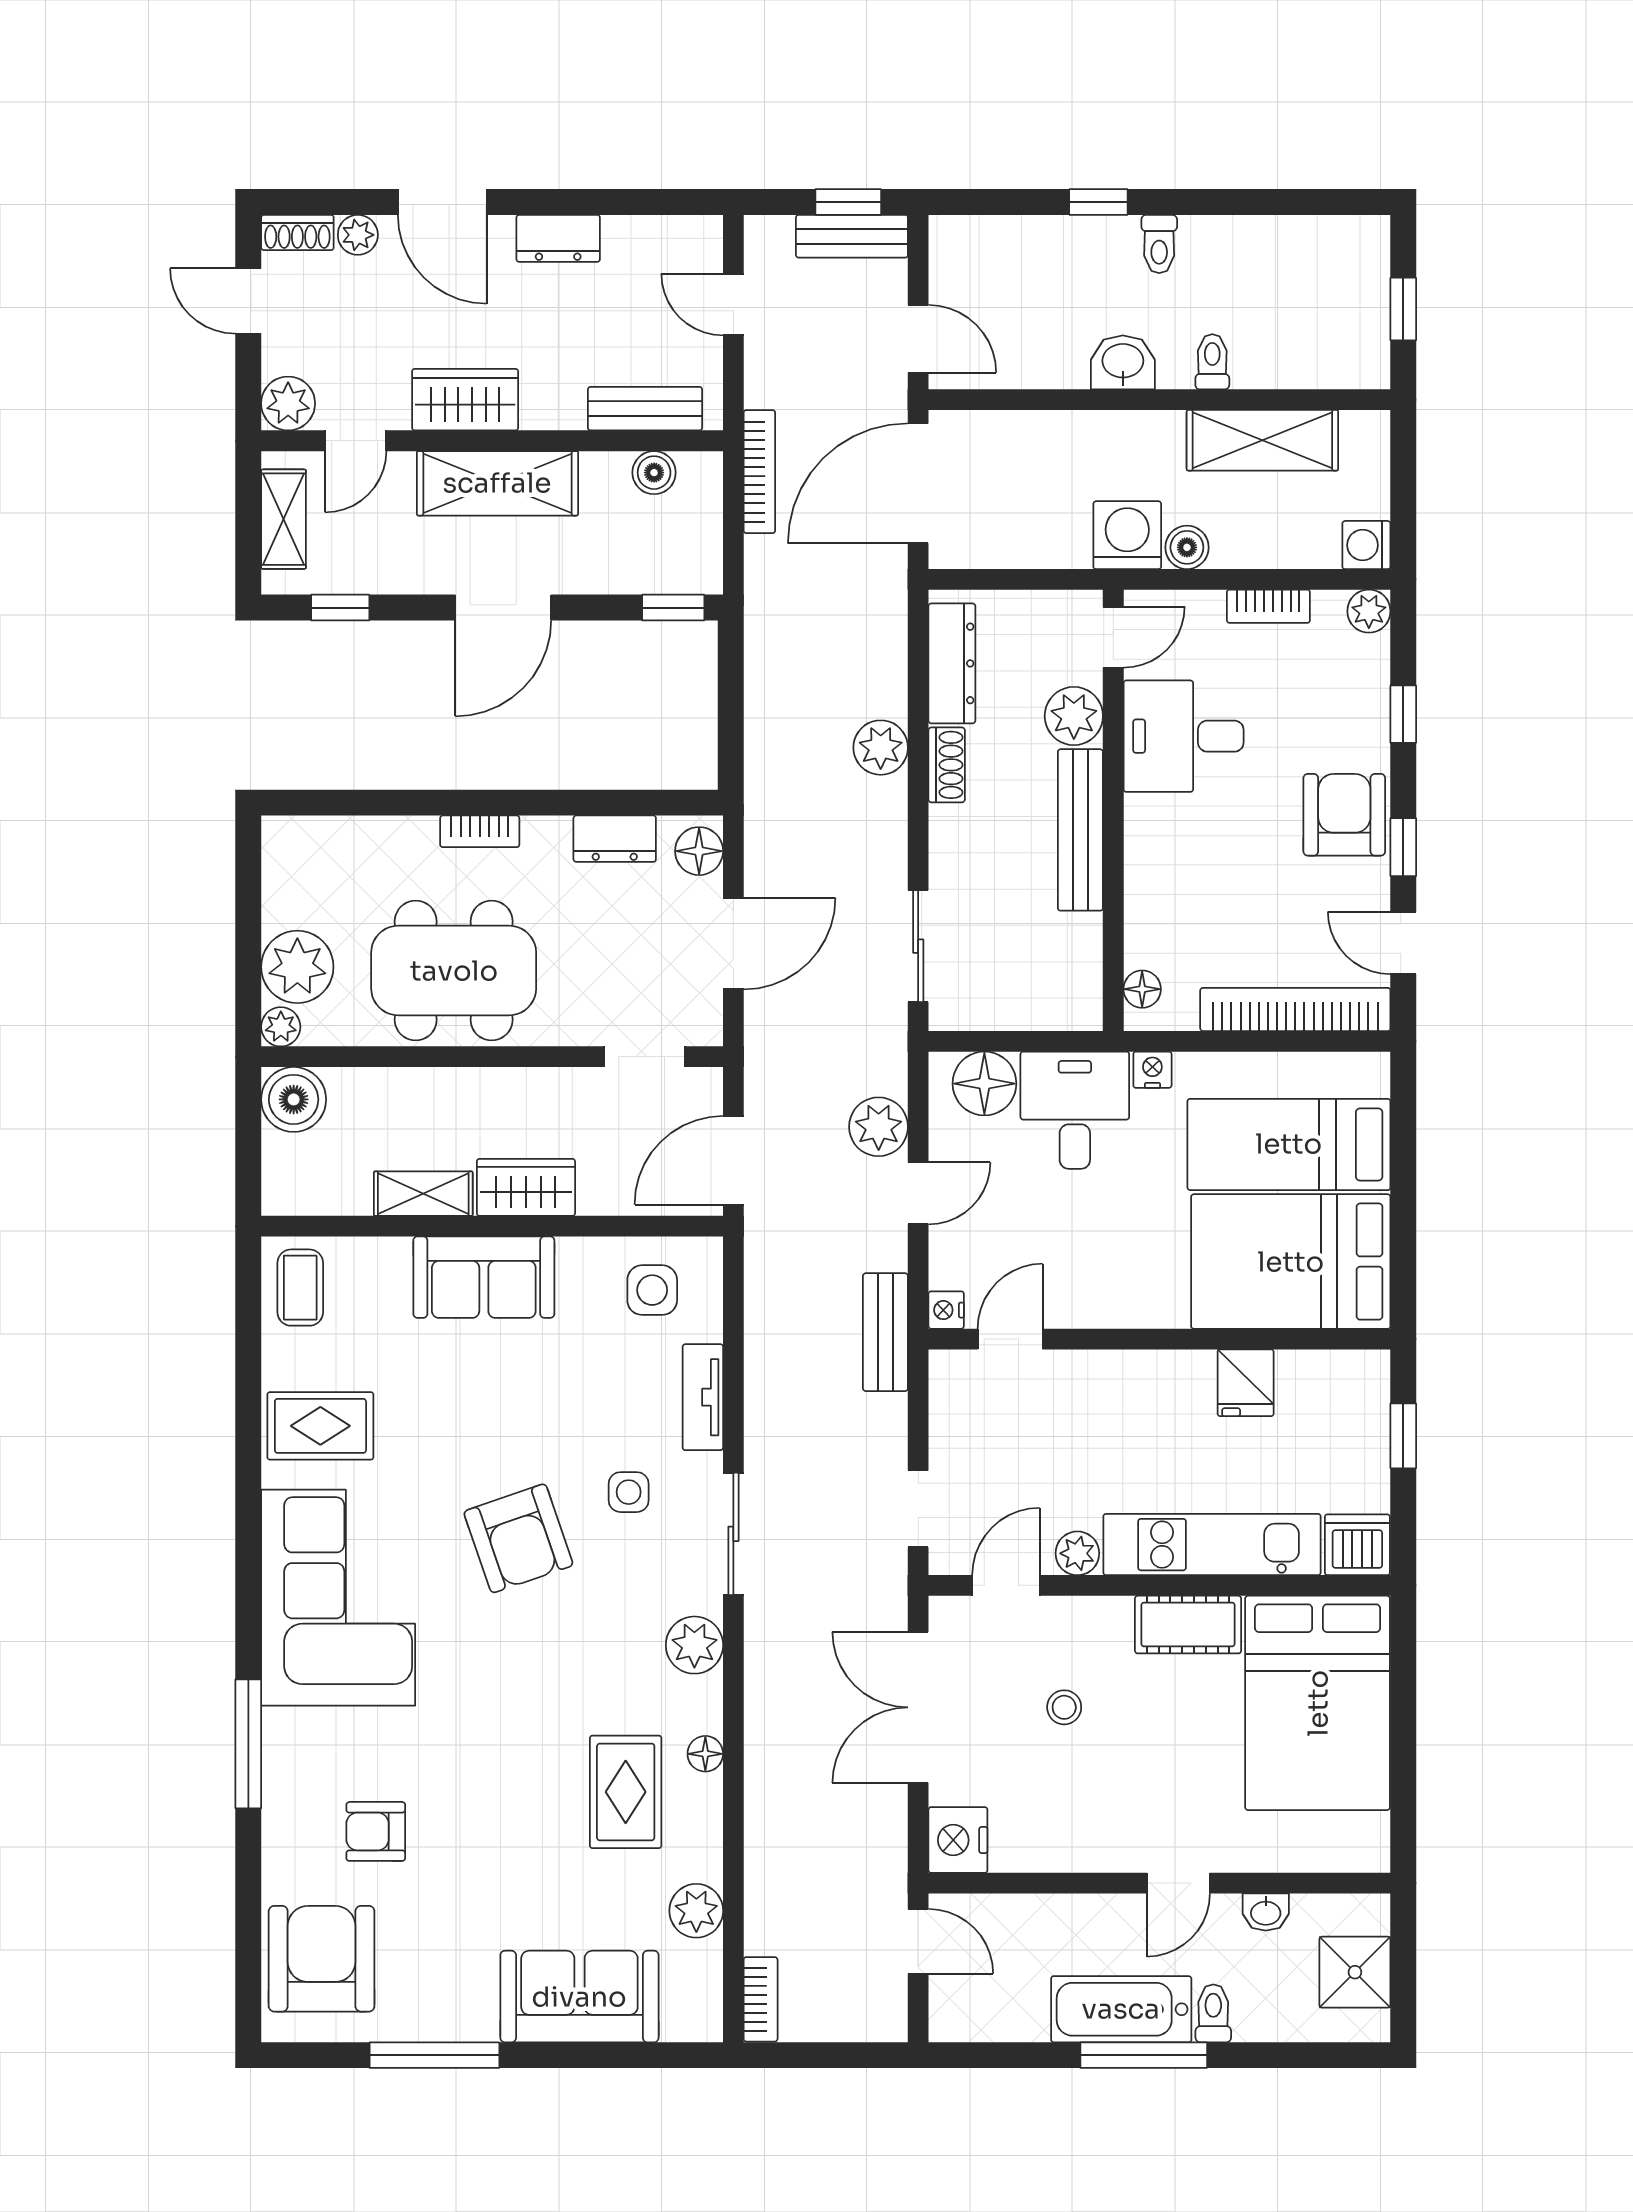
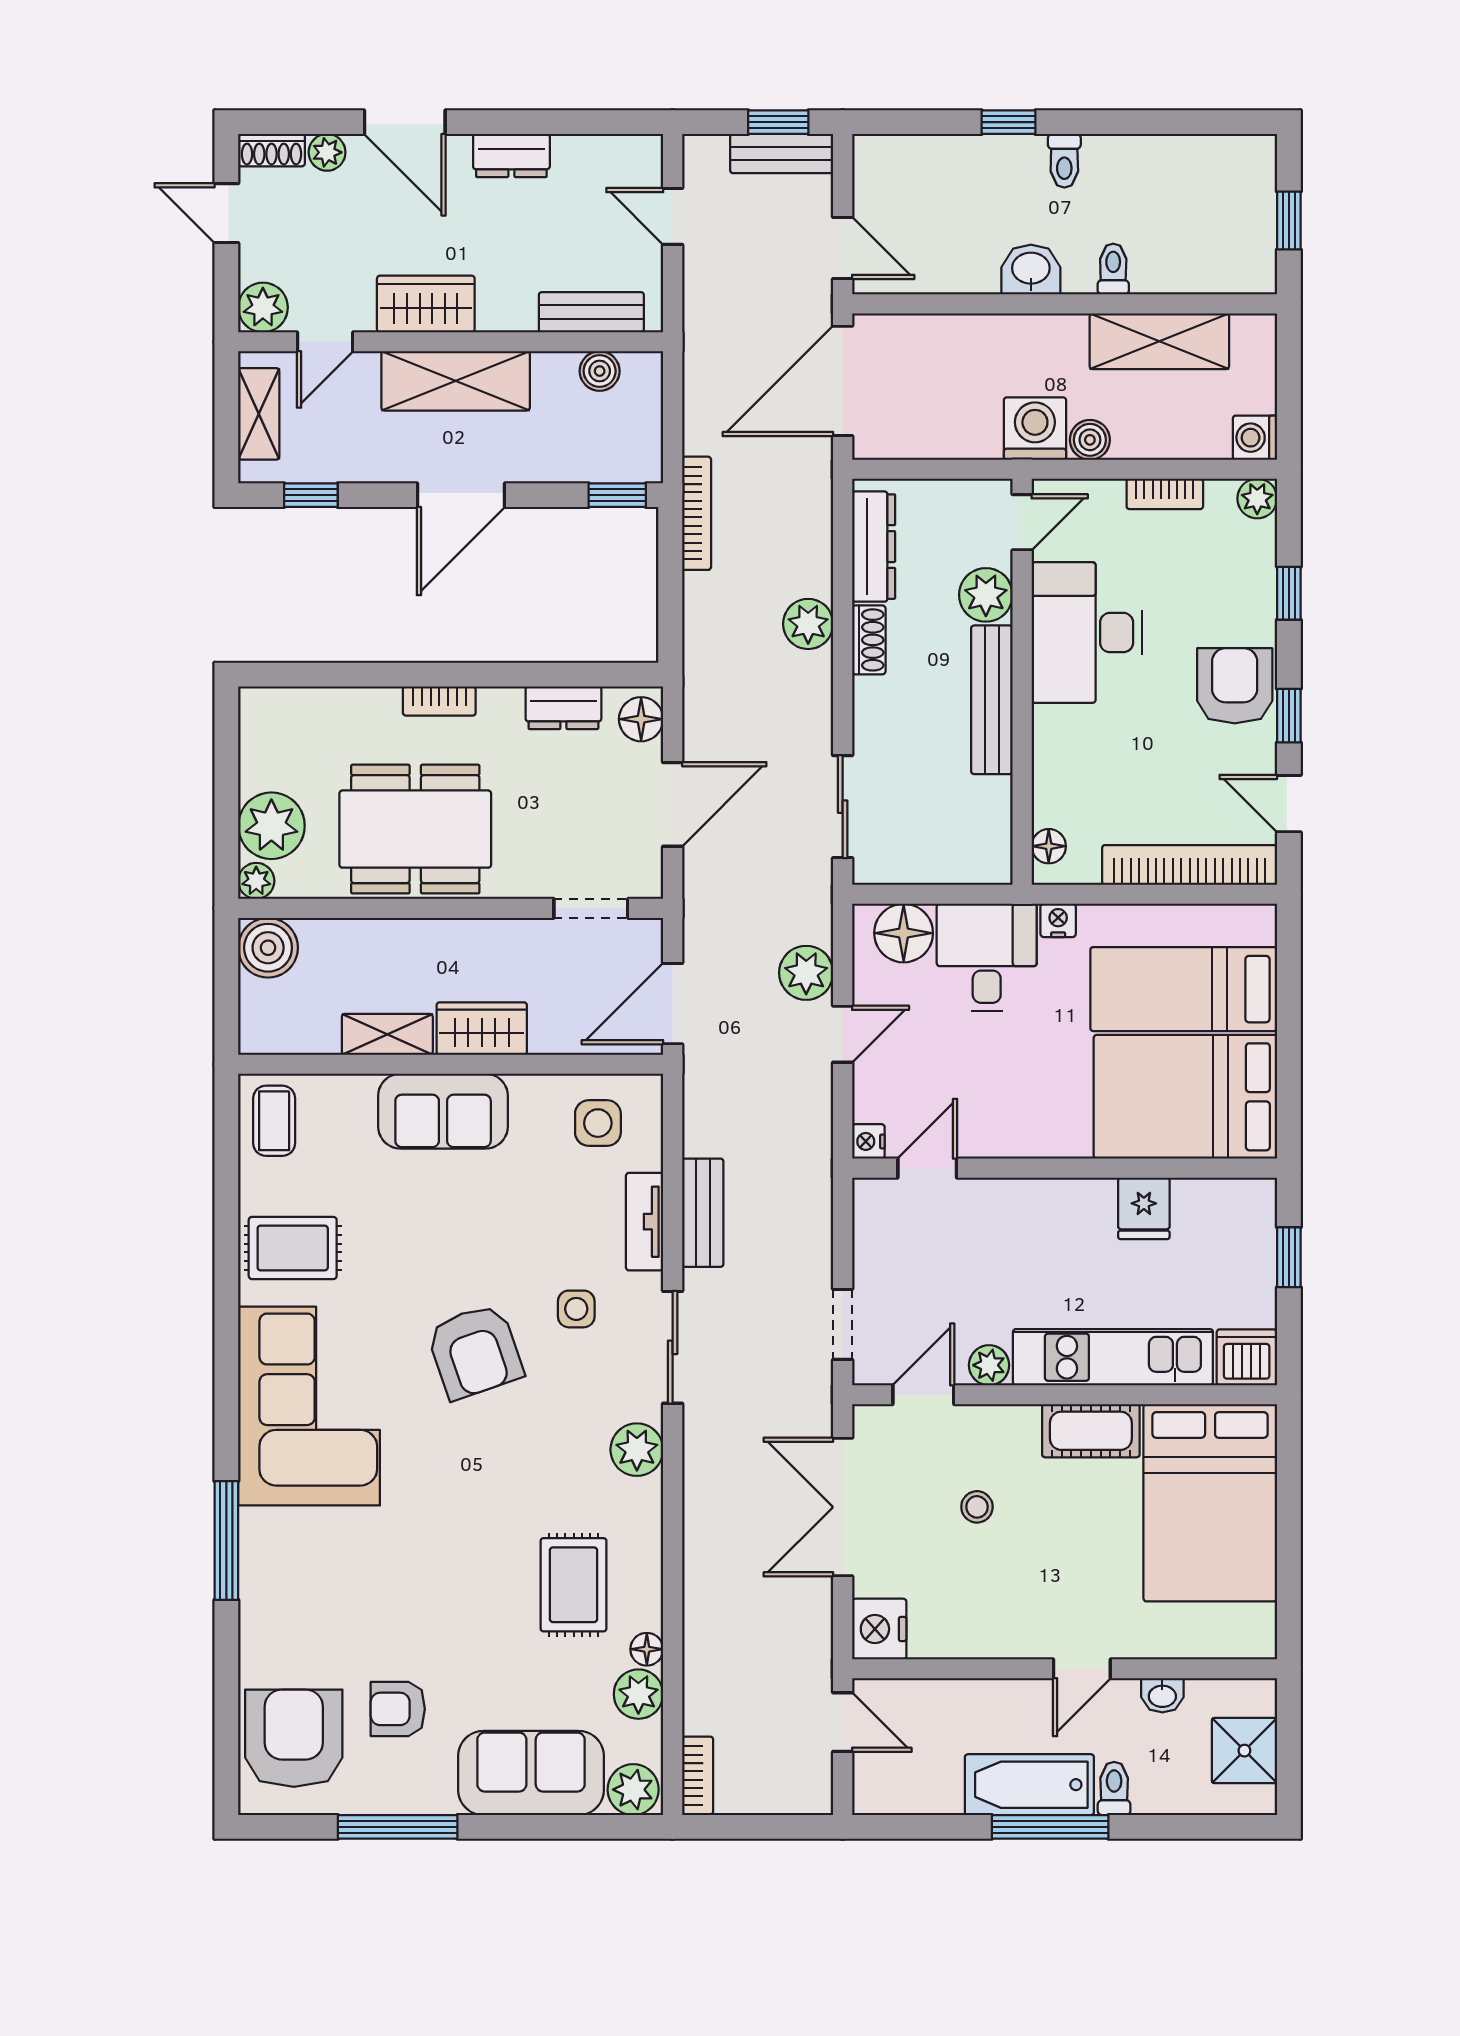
bookcase: (759, 472) -> (697, 513), moved
desk: (1184, 736) -> (1087, 633), width x1.37
bench: (885, 1332) -> (703, 1213), moved
floor lamp: (705, 1754) -> (647, 1649), moved
armchair: (376, 1831) -> (398, 1709), moved
plant: (691, 2015) -> (633, 1790), added

